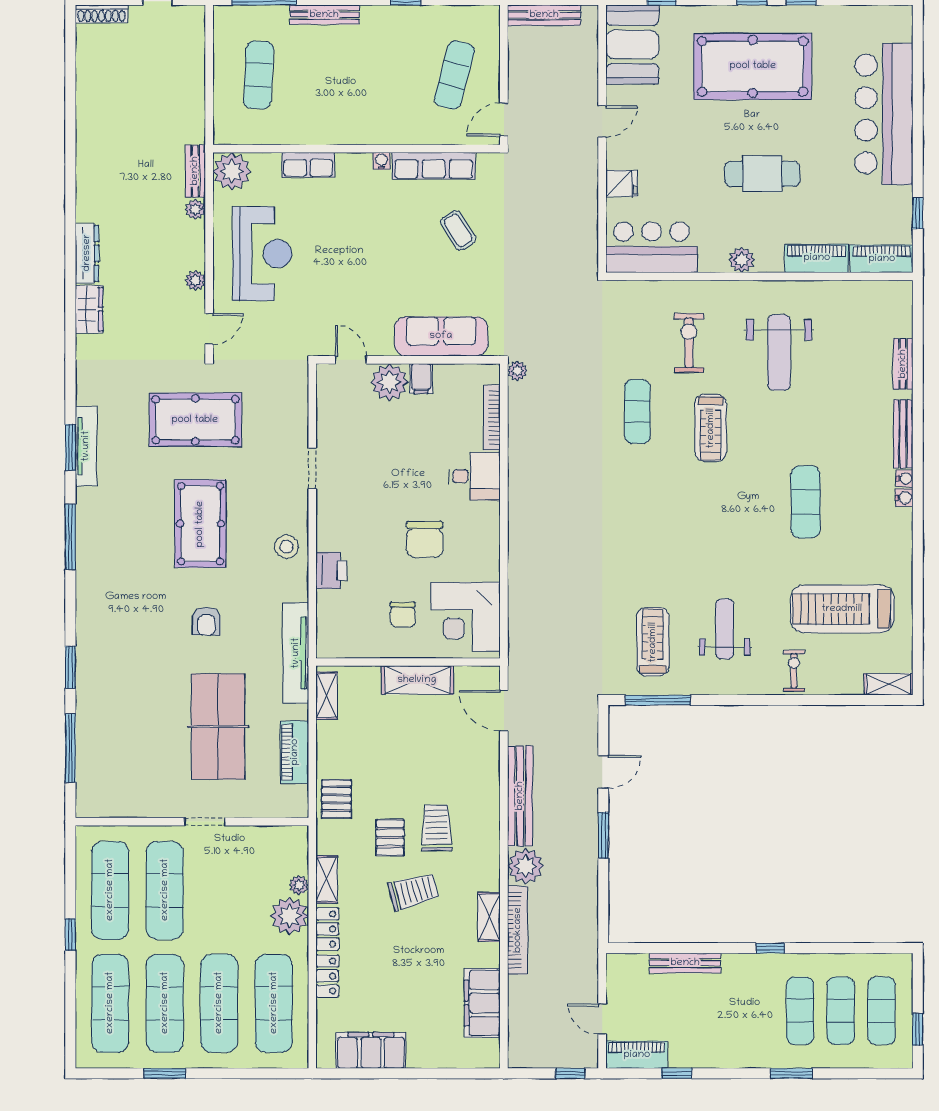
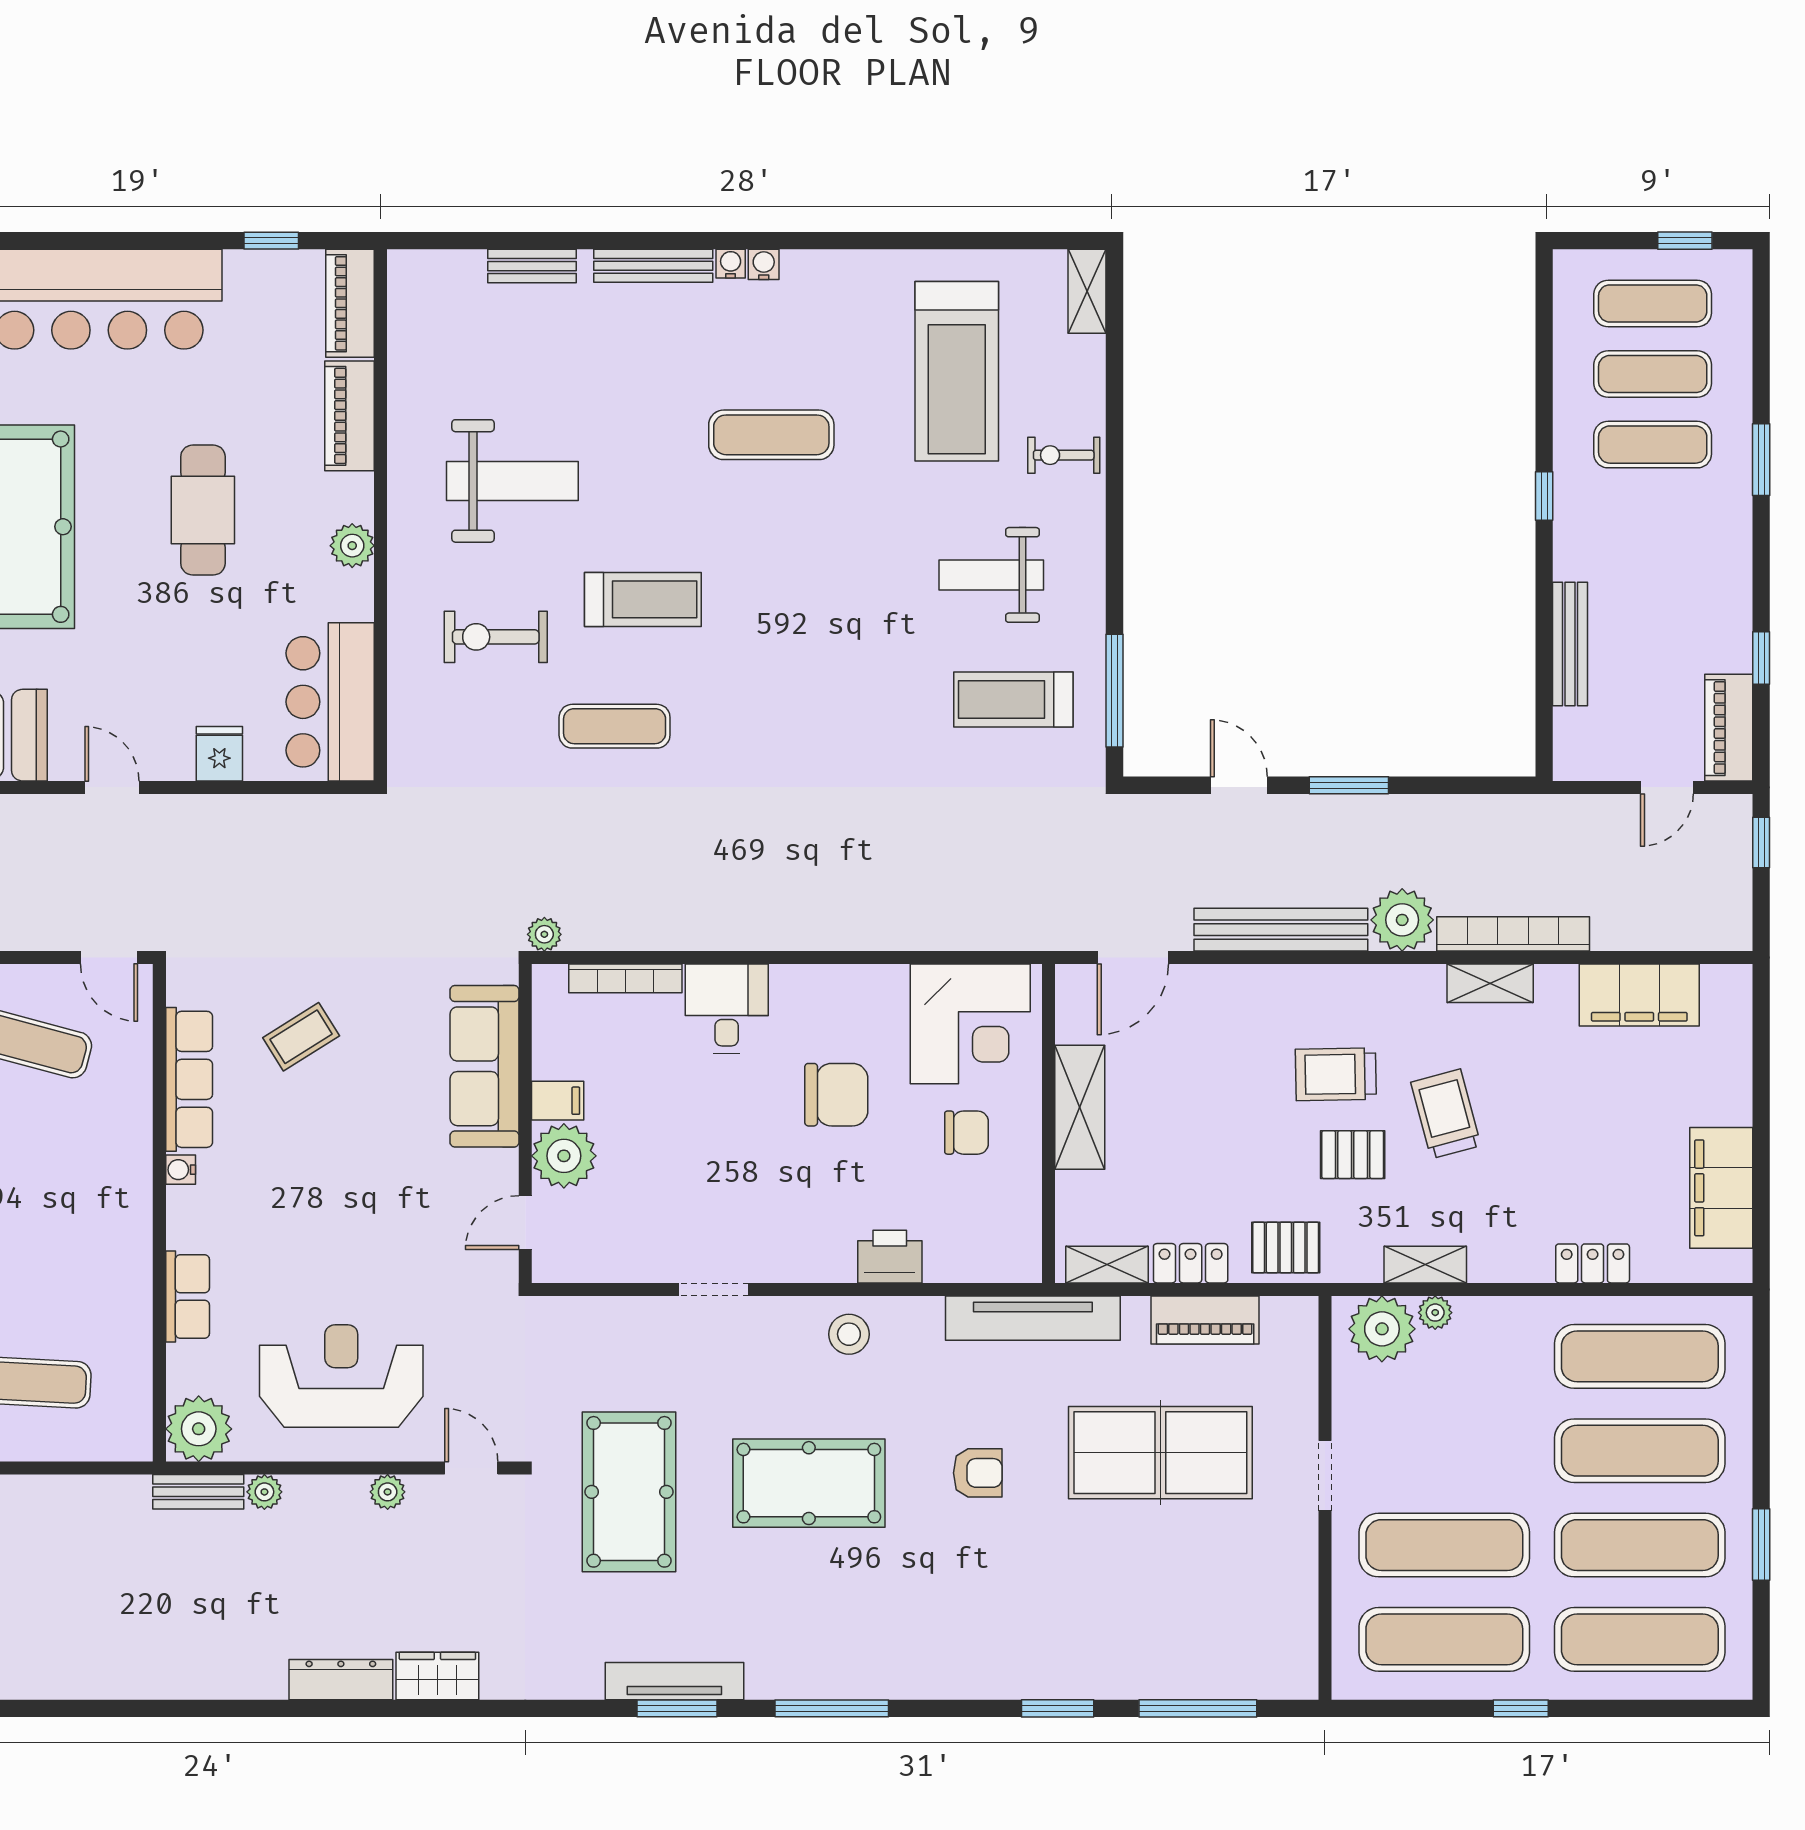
plant: (289, 916) -> (1382, 1329), moved
locker: (327, 929) -> (1191, 1263), moved

